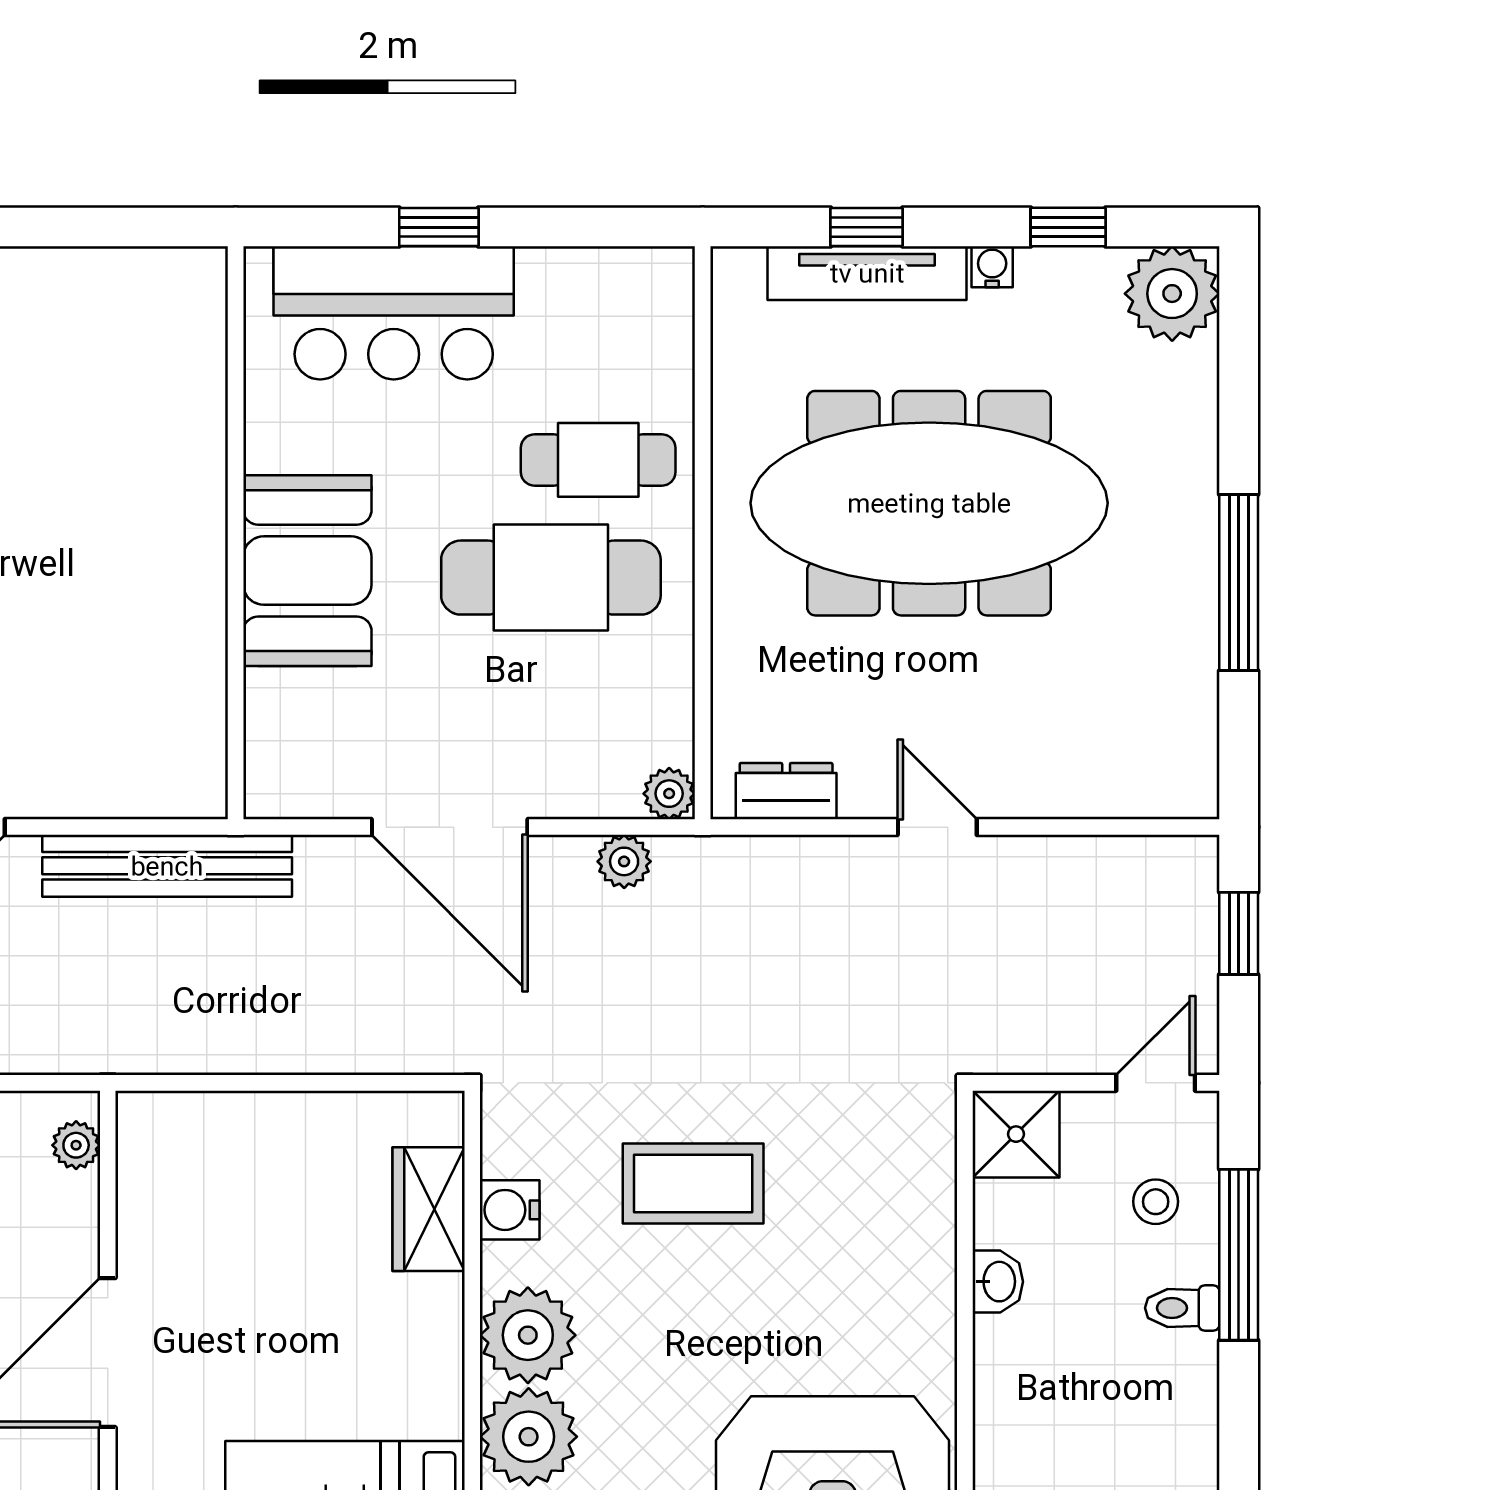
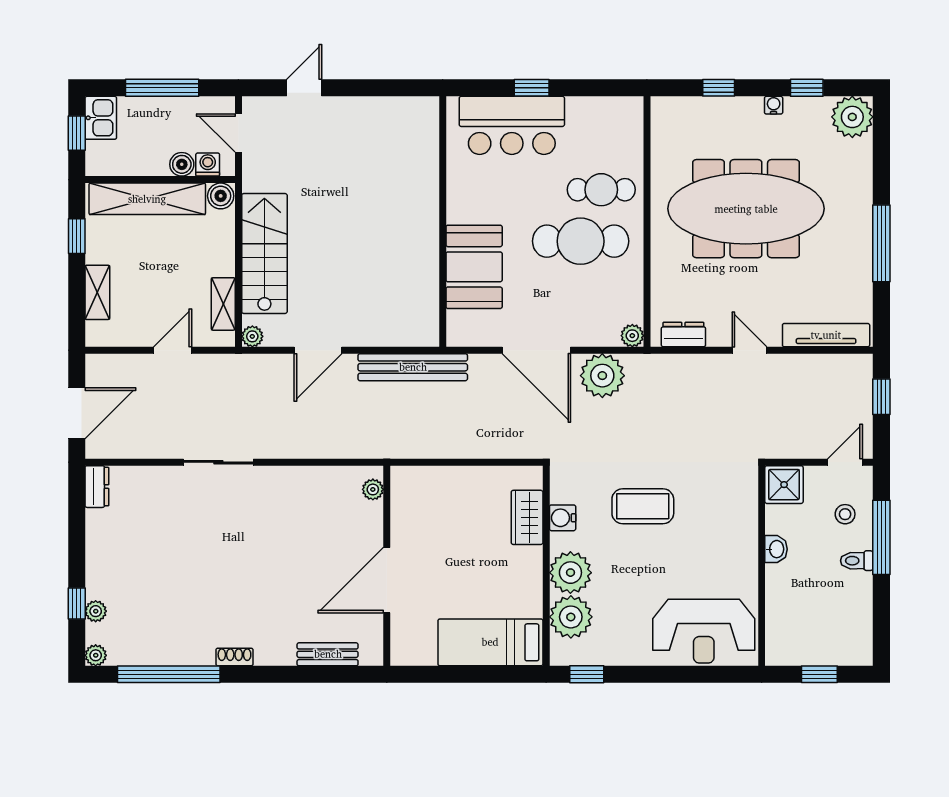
tv unit: (867, 273) -> (826, 335), moved, turned 180
booth: (307, 571) -> (474, 267), moved
plant: (624, 861) -> (602, 376), width x1.88, depth x1.88

